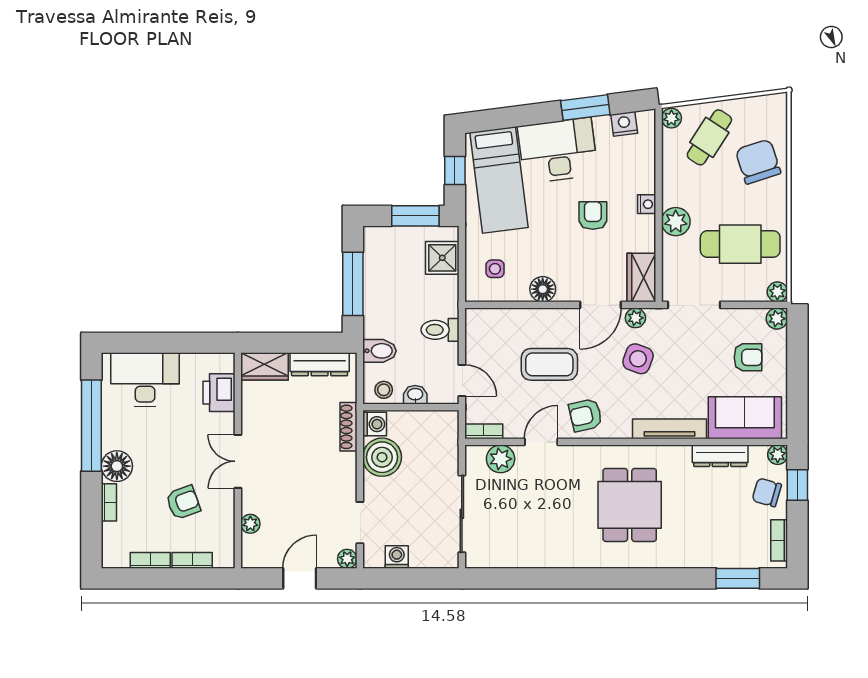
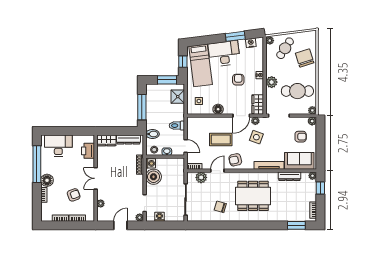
chair: (767, 492) -> (220, 207), moved
dining table: (630, 505) -> (253, 196), width x1.38

